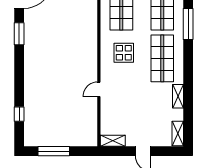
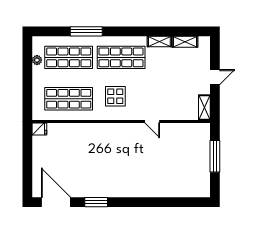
window: (19, 114) -> (177, 202), removed
shelving: (178, 134) -> (185, 42), moved
window: (54, 151) -> (215, 156), moved

